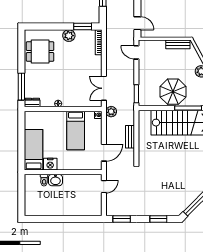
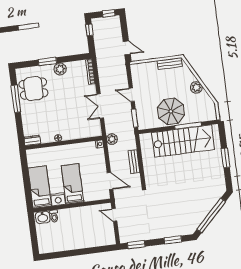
window: (83, 27) -> (47, 61), moved
door: (136, 52) -> (132, 95), moved
window: (21, 87) -> (16, 99), moved
double door: (104, 88) -> (100, 106), moved
bed: (76, 130) -> (72, 184), moved, turned 180
door: (104, 153) -> (110, 181), hinge flipped
washbasin: (55, 180) -> (43, 217), moved
door: (104, 187) -> (114, 215), swing flipped

